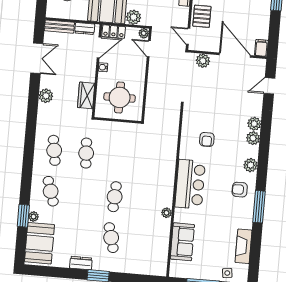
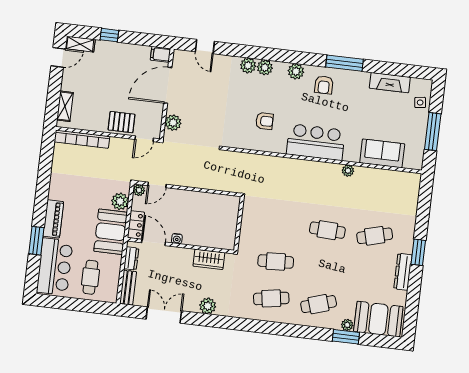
round table: (120, 97) -> (212, 221), removed
dresser: (81, 263) -> (403, 272), width x1.44

